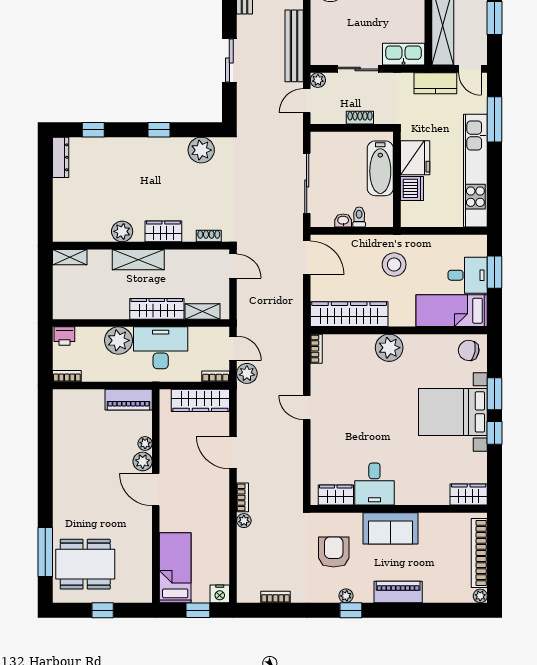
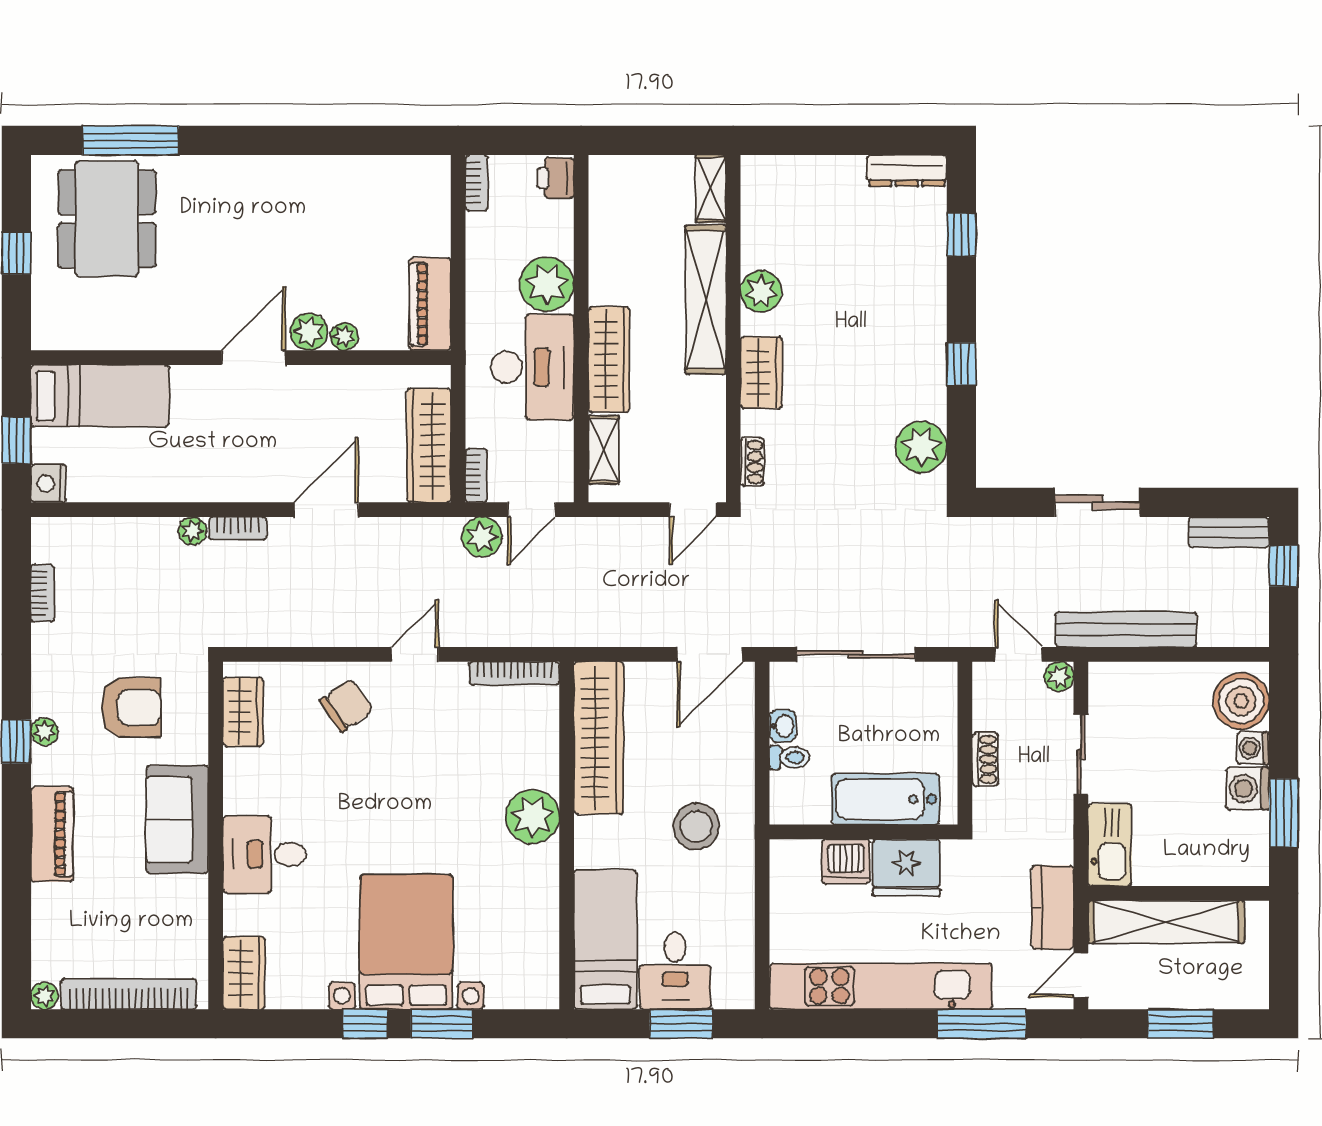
shelving: (138, 260) -> (706, 300), width x1.47
bookcase: (316, 349) -> (514, 673), width x1.56
chair: (469, 350) -> (347, 705), moved, turned 45
desk: (374, 484) -> (264, 854), moved

